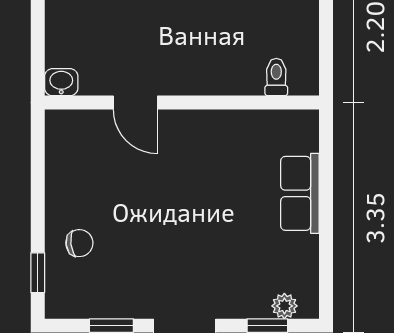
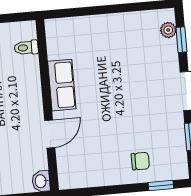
row of seats: (300, 193) -> (62, 85), moved, turned -90
chair: (79, 243) -> (140, 161), turned 97

